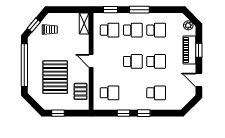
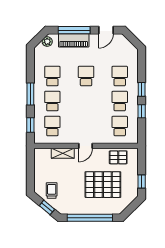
shelving: (84, 24) -> (63, 153), moved
window: (199, 50) -> (74, 30), width x2.17
school desk: (133, 61) -> (120, 101), moved

